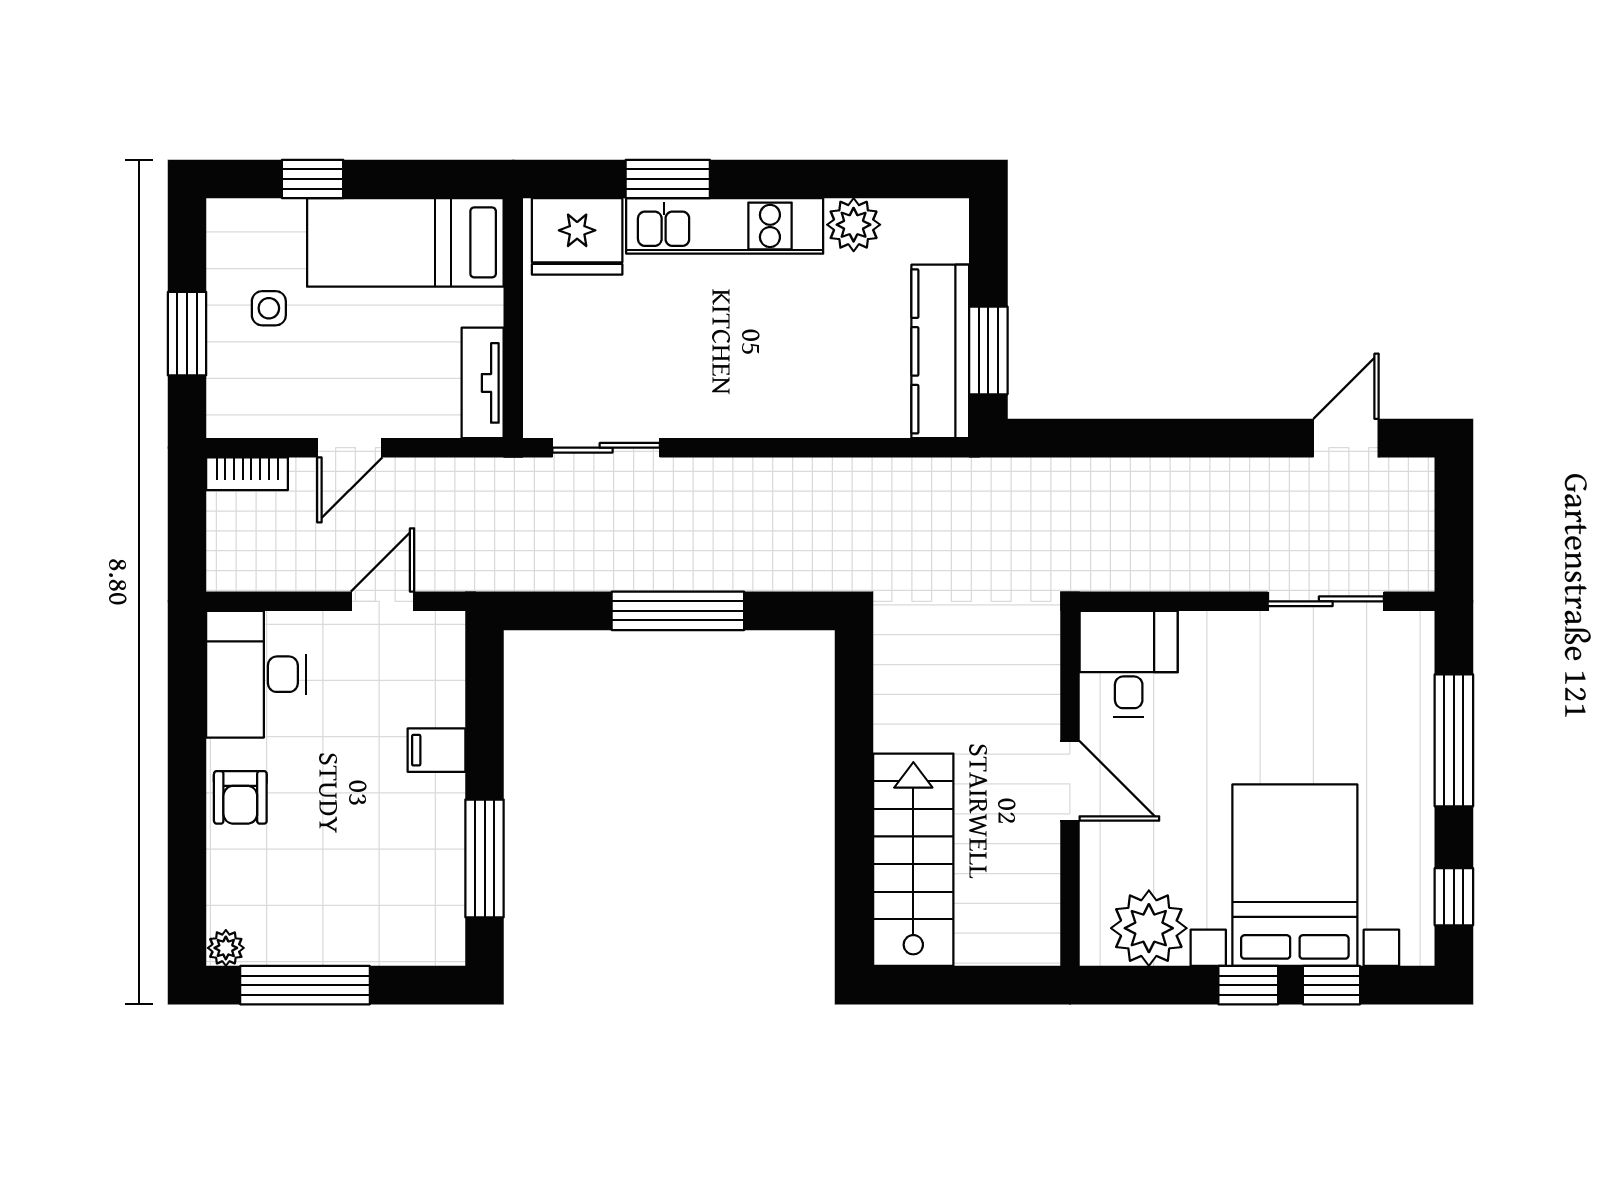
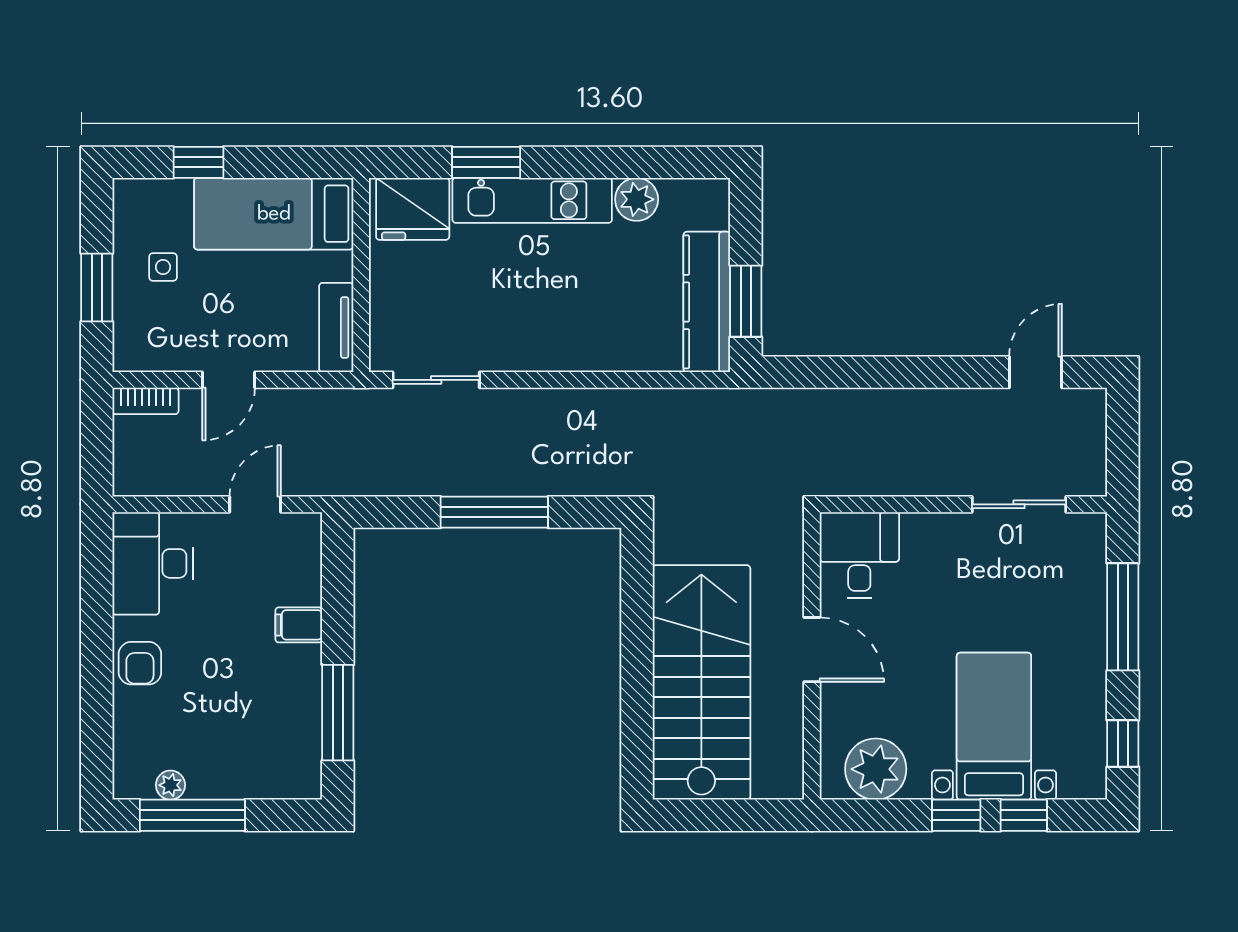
stairs: (913, 860) -> (701, 682), width x1.36, depth x1.51
bed with nightstands: (1295, 875) -> (994, 726), width x0.73
plant: (226, 948) -> (170, 785), moved

